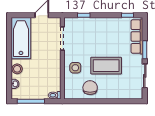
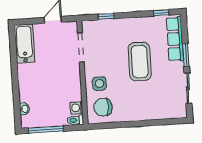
bathtub: (21, 38) -> (25, 44), width x0.73, depth x0.73
coffee table: (106, 66) -> (140, 62), moved, turned 90
stool: (17, 69) -> (26, 90), removed
washing machine: (56, 86) -> (77, 108), added
chair: (90, 88) -> (103, 107), moved, turned -90

